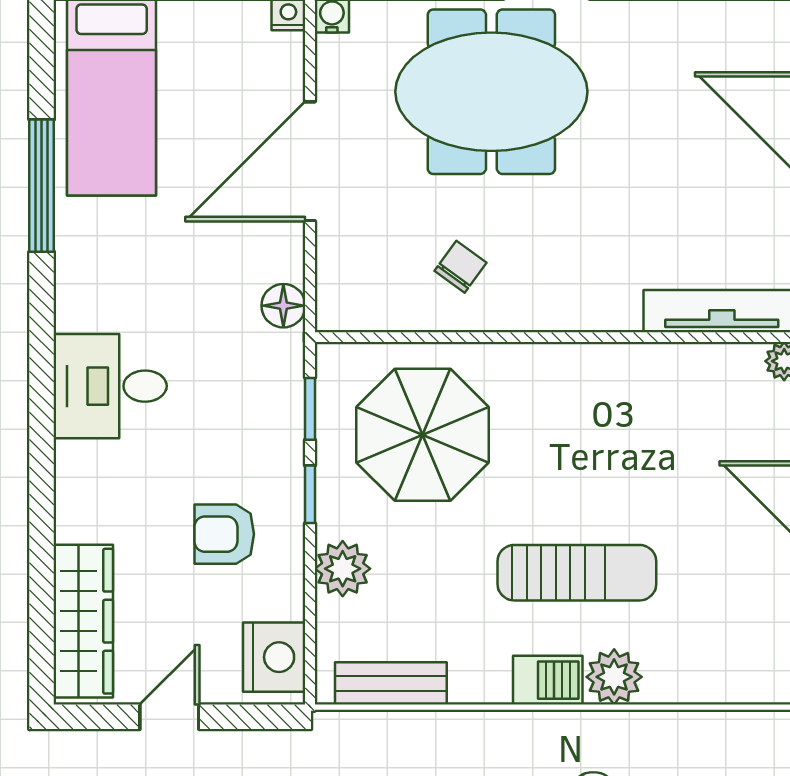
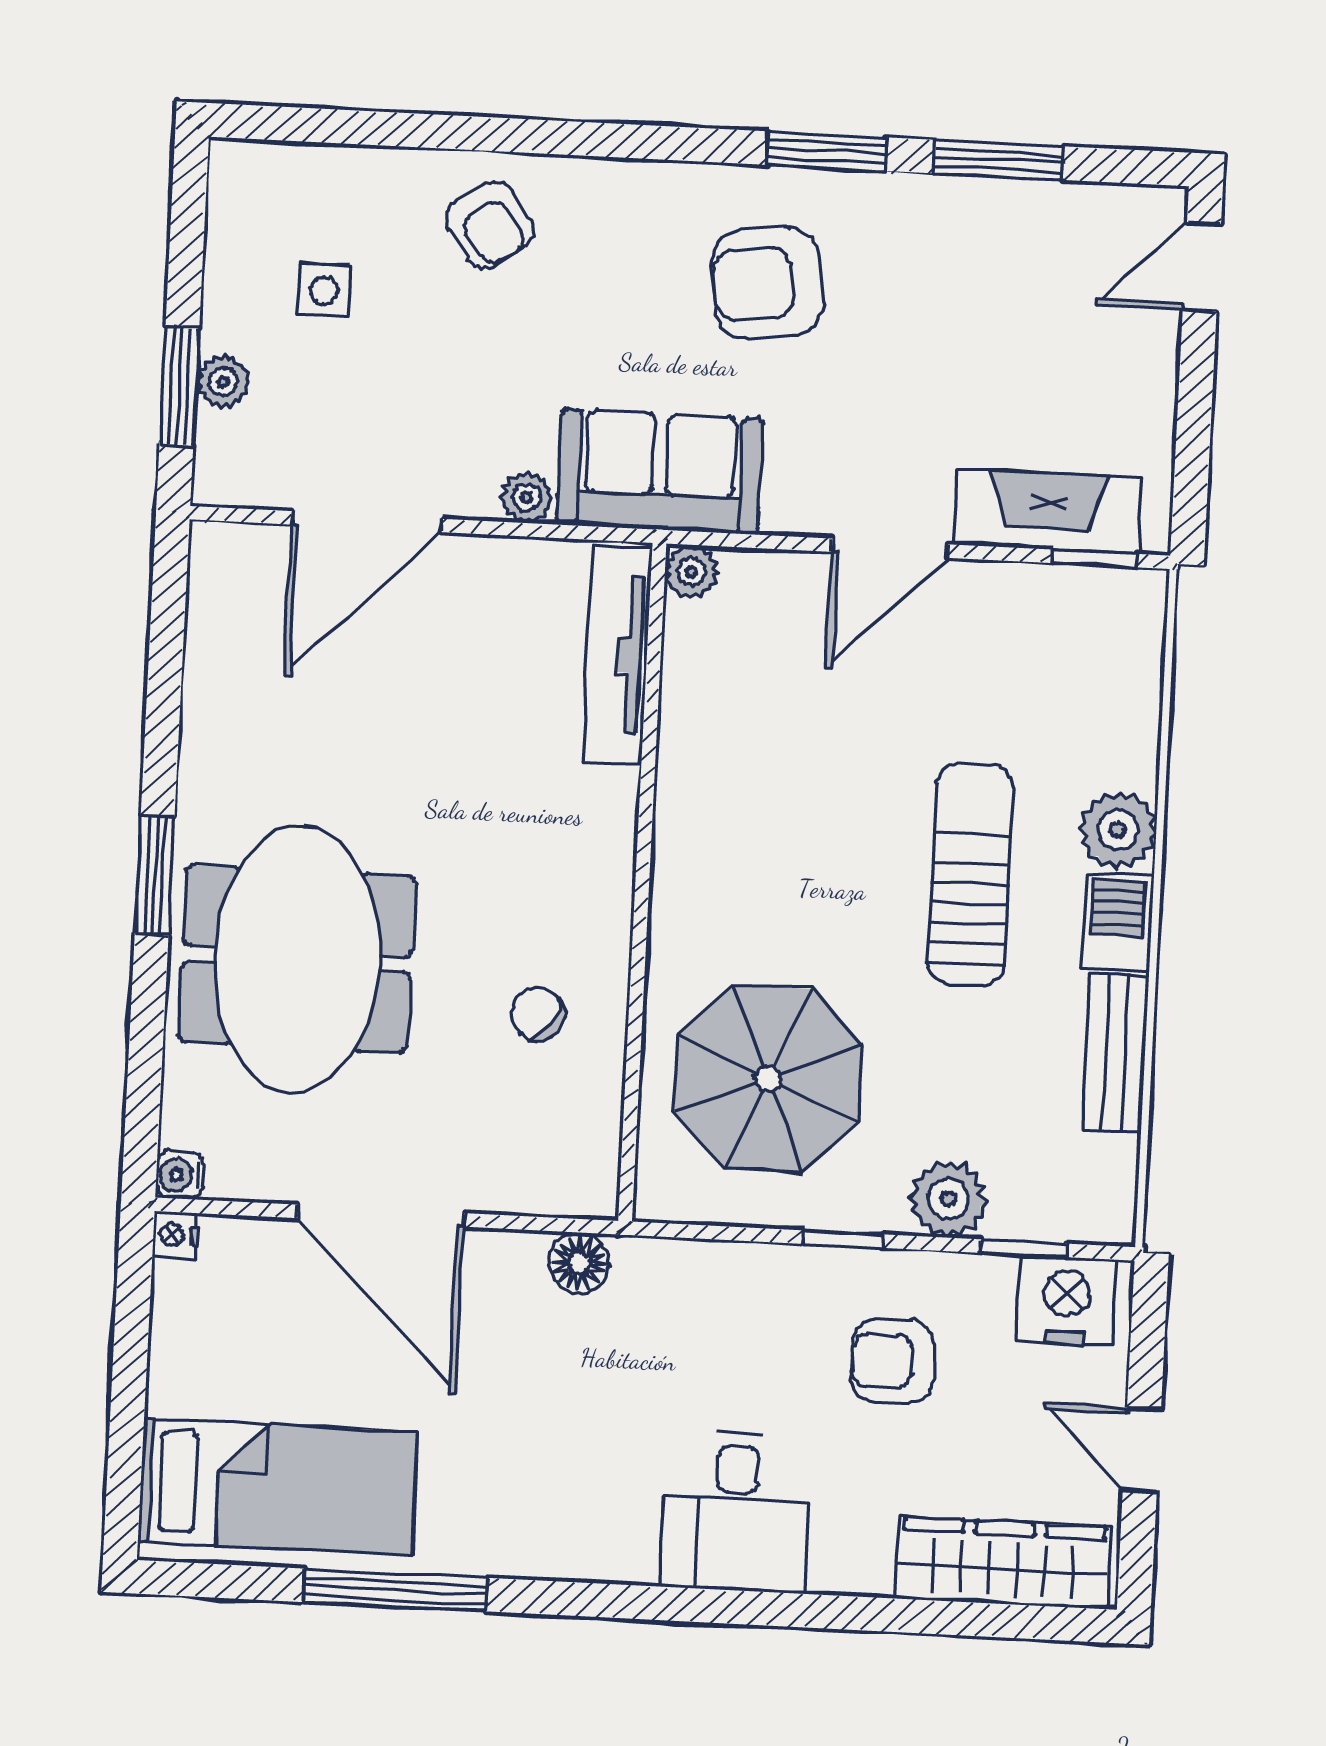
desk: (110, 386) -> (736, 1512), moved
window: (310, 409) -> (1024, 1248), moved
armchair: (224, 534) -> (892, 1361), turned 89
bench: (391, 683) -> (1116, 1053), moved

